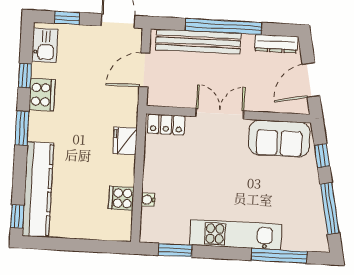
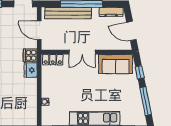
door: (144, 70) -> (39, 30), hinge flipped
door: (311, 80) -> (131, 31), hinge flipped
double door: (220, 114) -> (82, 52), swing flipped
cooker: (121, 198) -> (30, 55), moved

